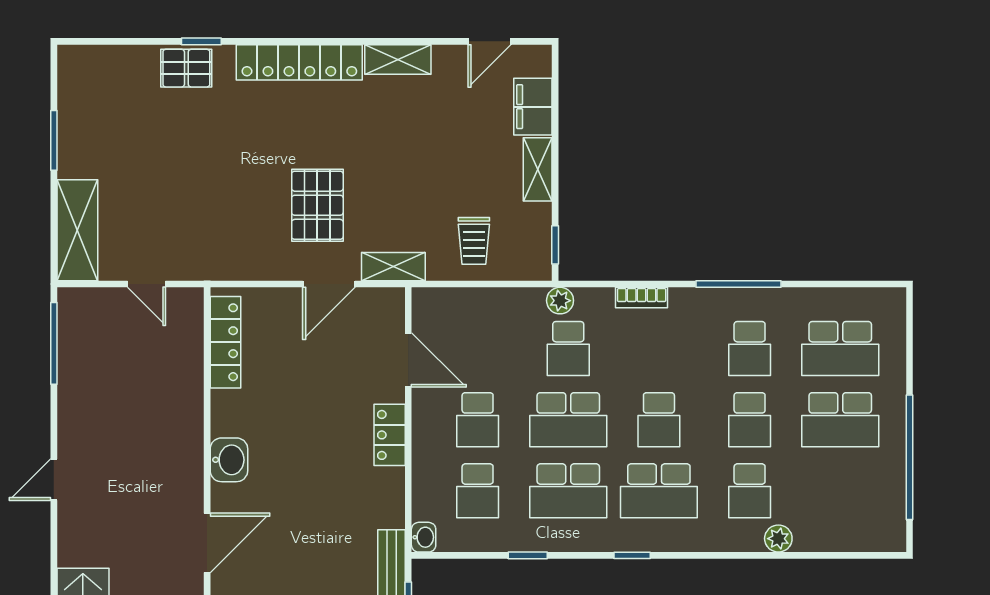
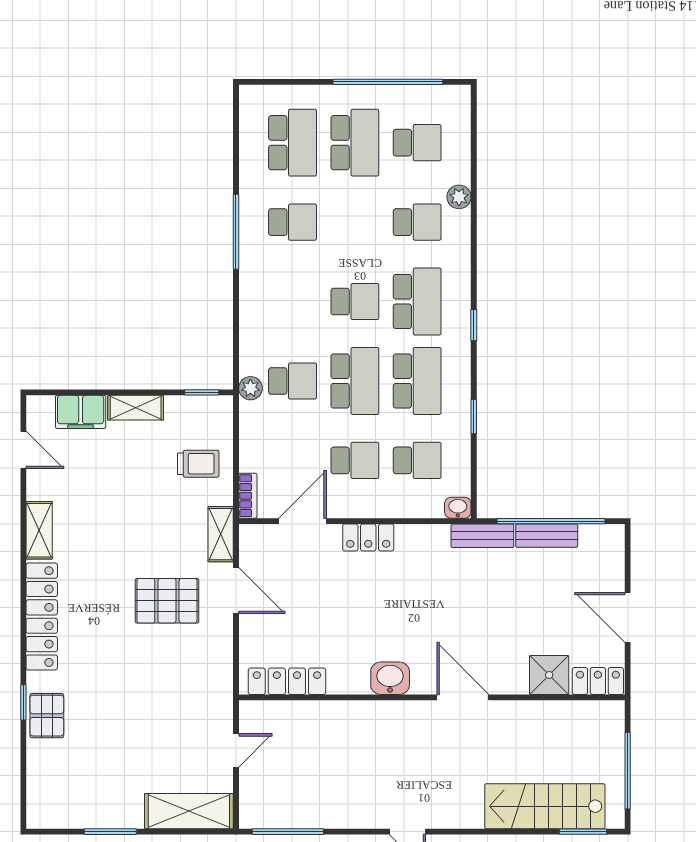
bookcase: (642, 298) -> (248, 496), moved
school desk: (750, 420) -> (417, 143), moved

